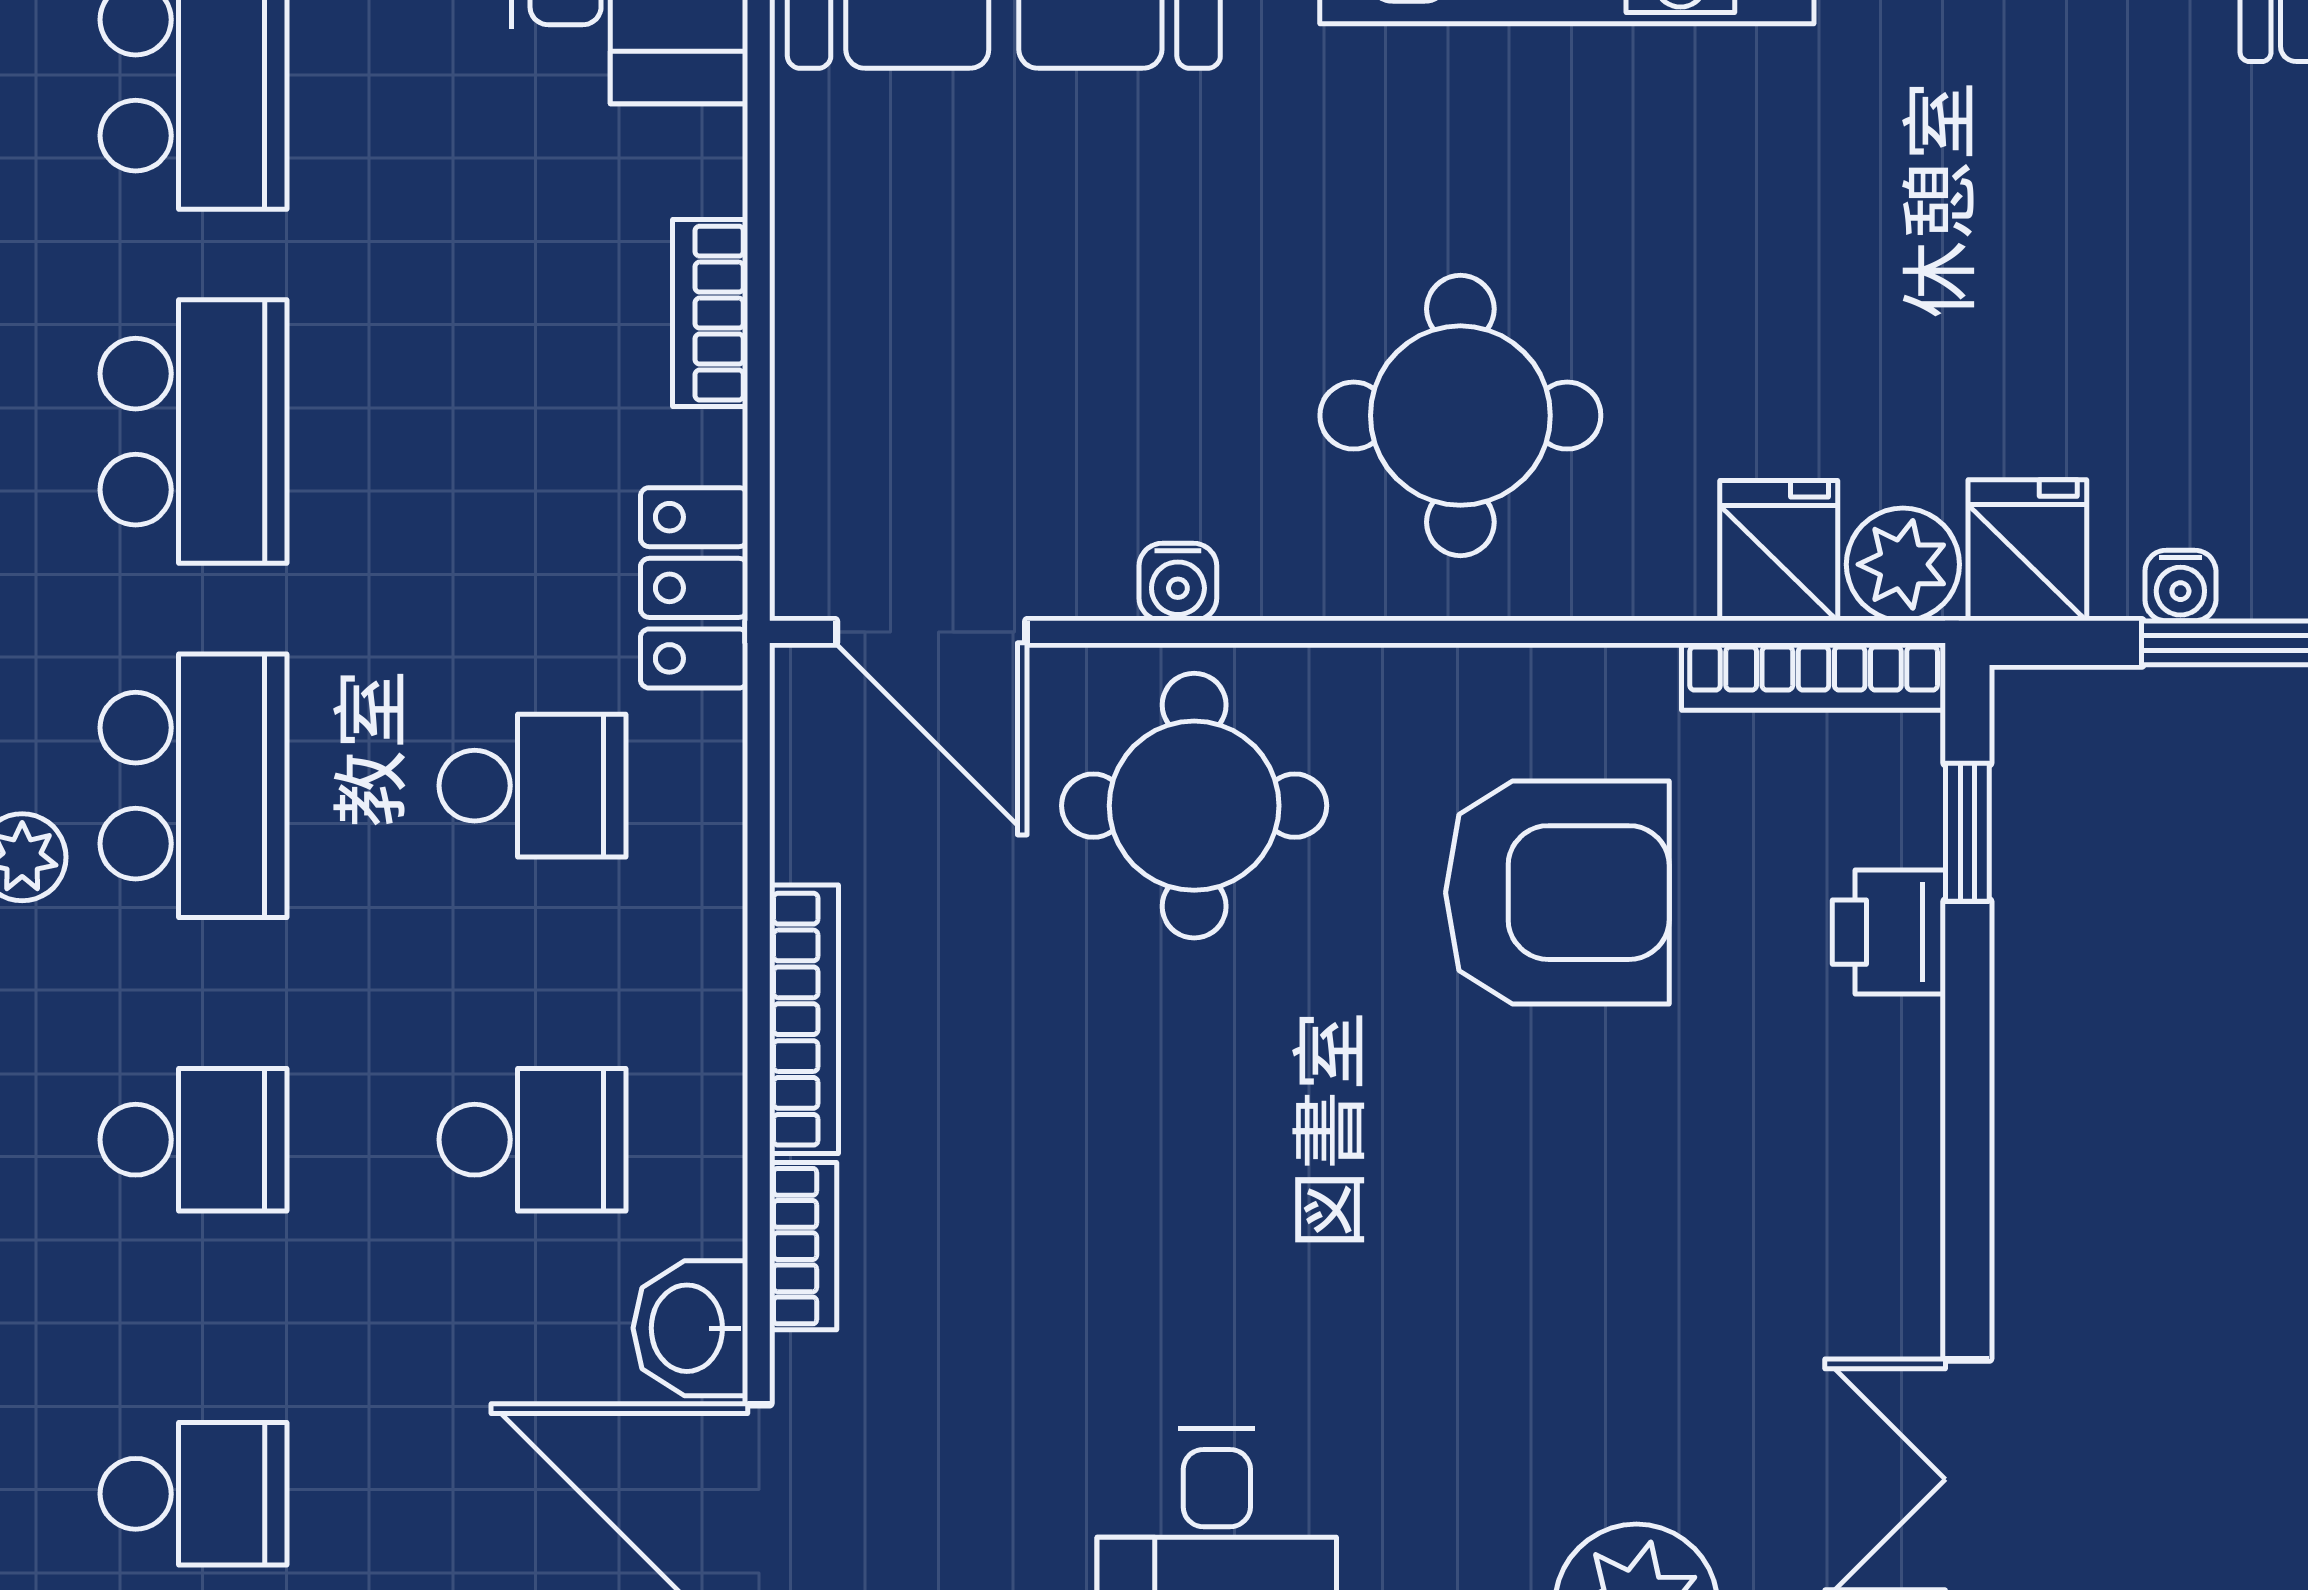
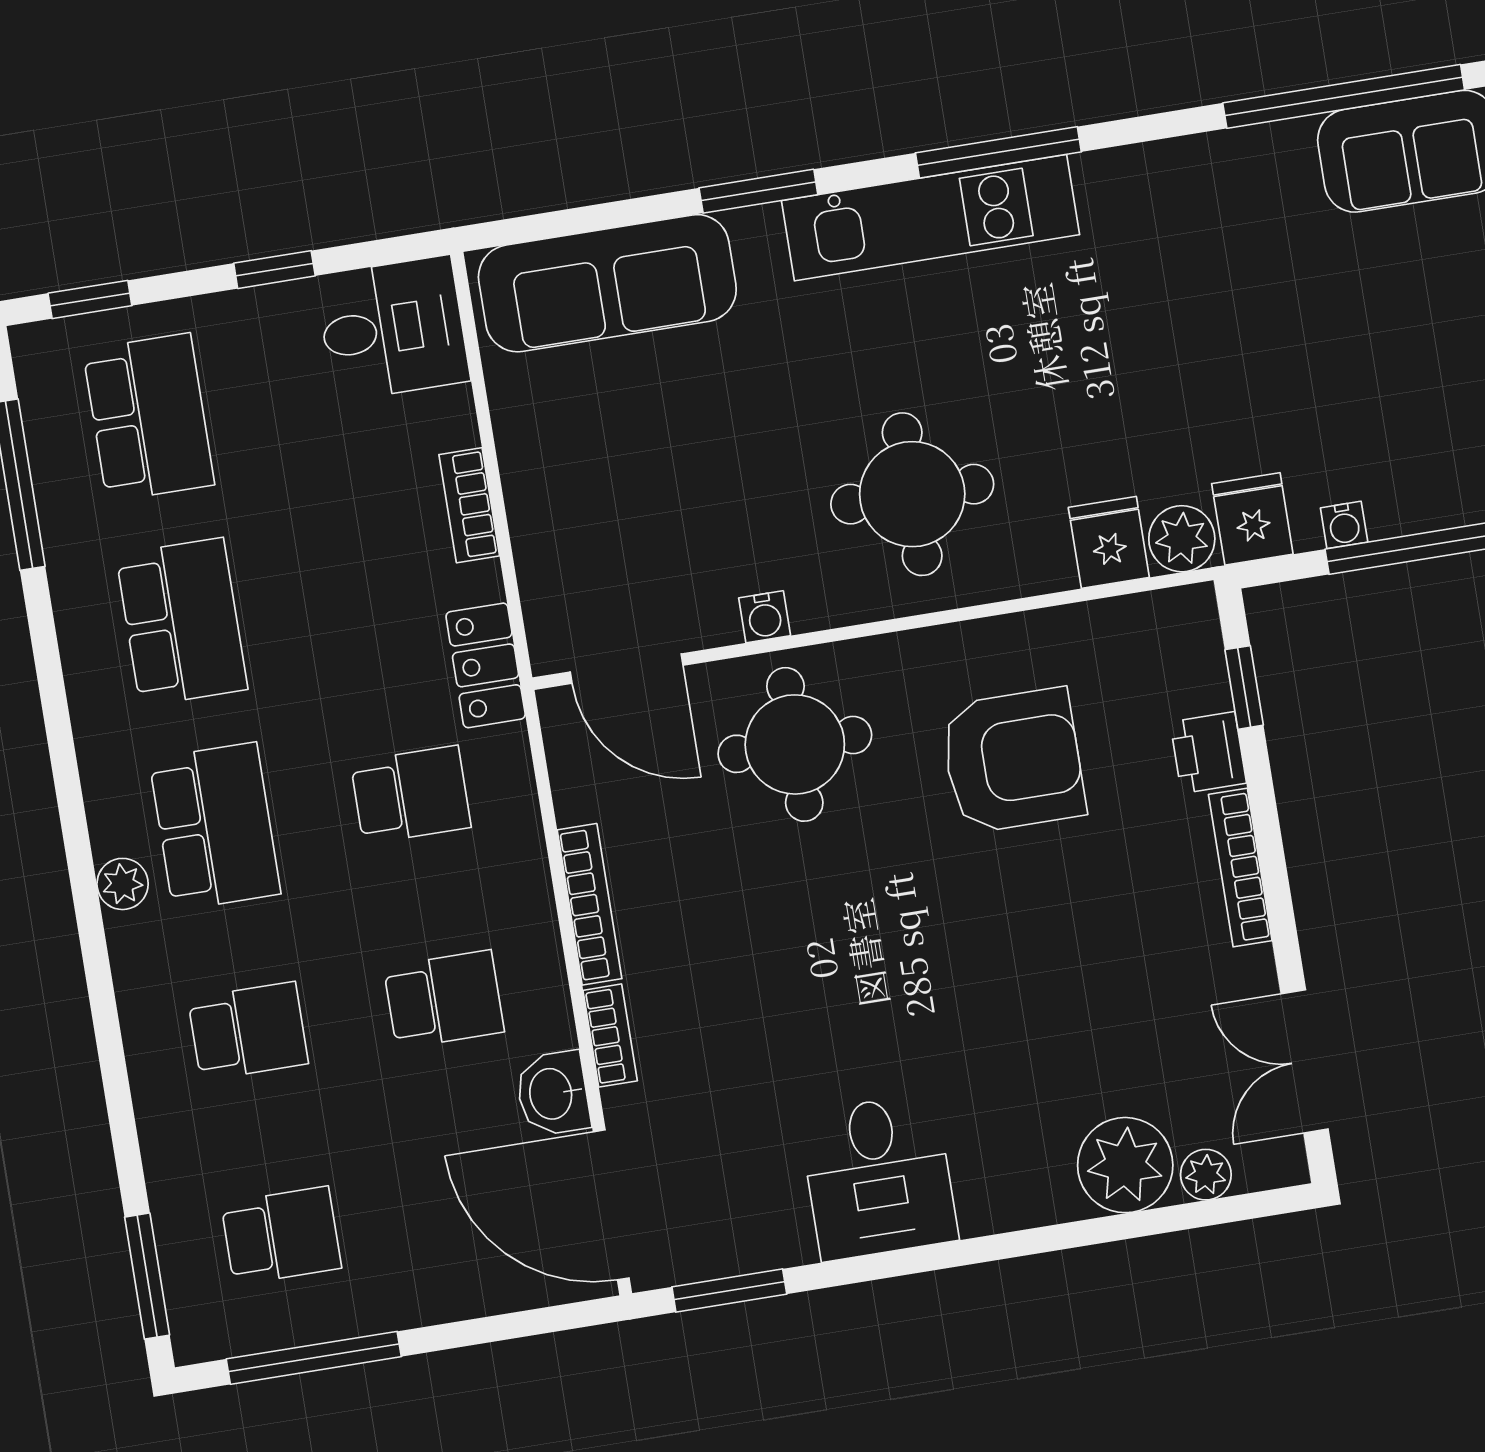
bookcase: (1814, 677) -> (1240, 868), moved, turned 90

